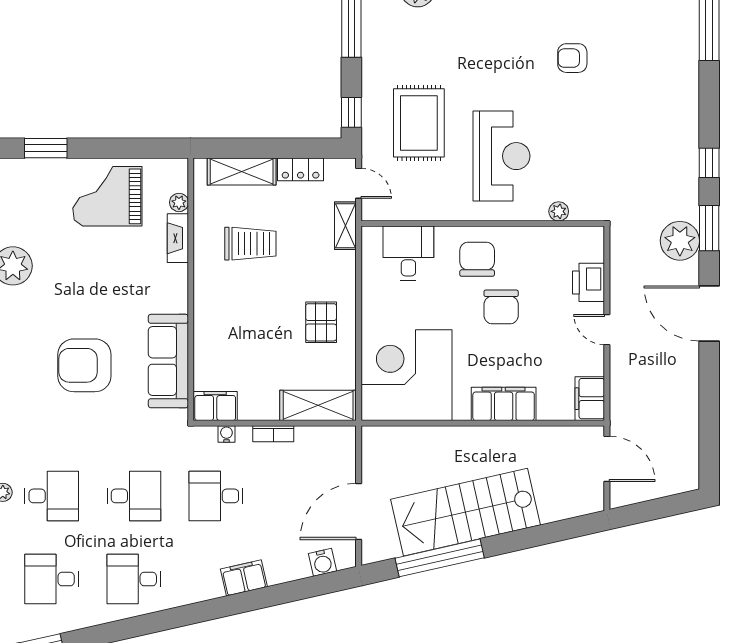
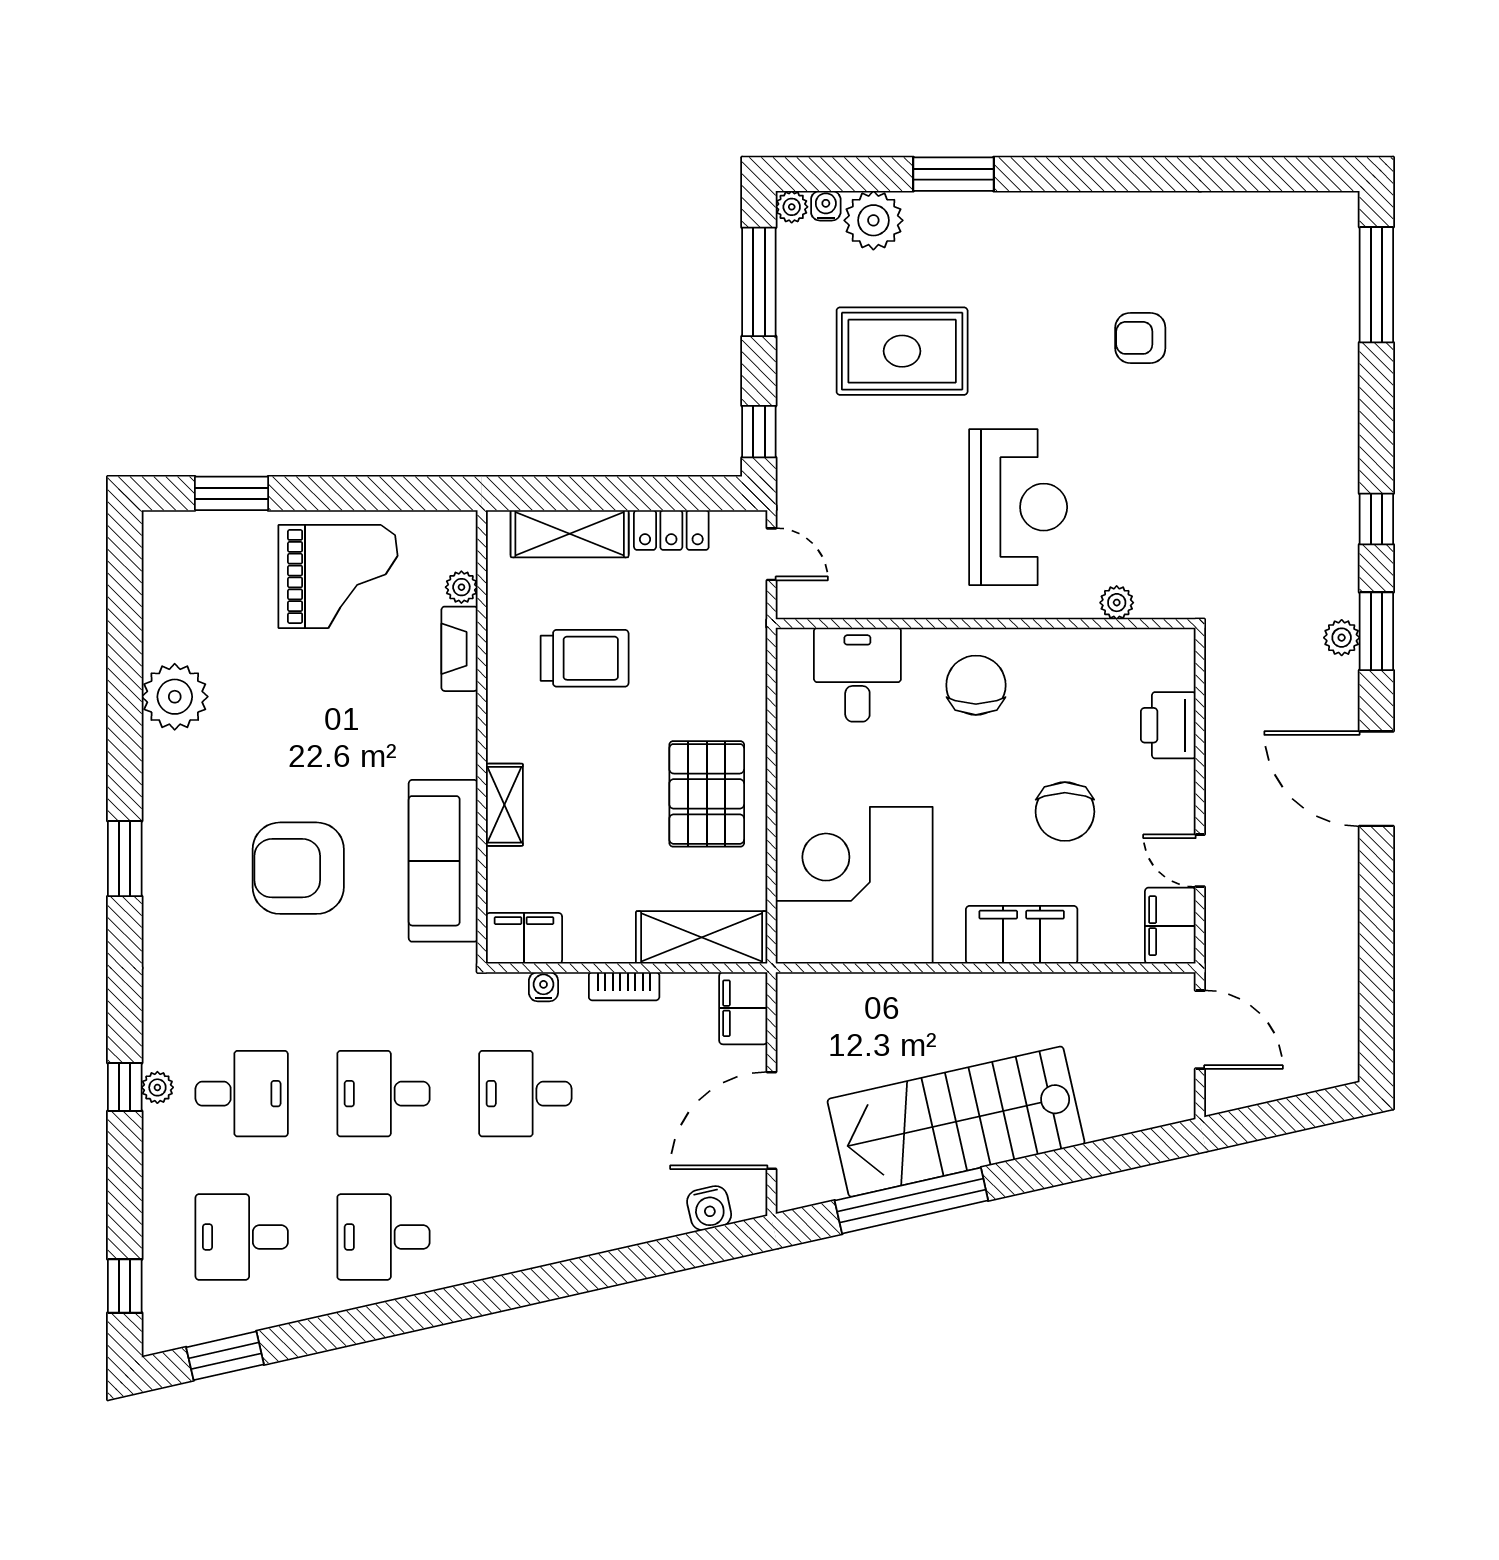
rug: (419, 123) -> (902, 351), moved, turned 90
grand piano: (107, 196) -> (338, 577), turned 180
shelving: (345, 226) -> (504, 805), moved
plant: (680, 241) -> (1342, 638), width x0.53, depth x0.53
chair: (501, 307) -> (1065, 812), moved
pallet: (321, 322) -> (707, 794), width x1.50, depth x1.42
door: (607, 330) -> (1200, 861), moved
desk: (134, 496) -> (384, 1094), turned 180
filing cabinet: (244, 578) -> (743, 1008), moved, turned -77

